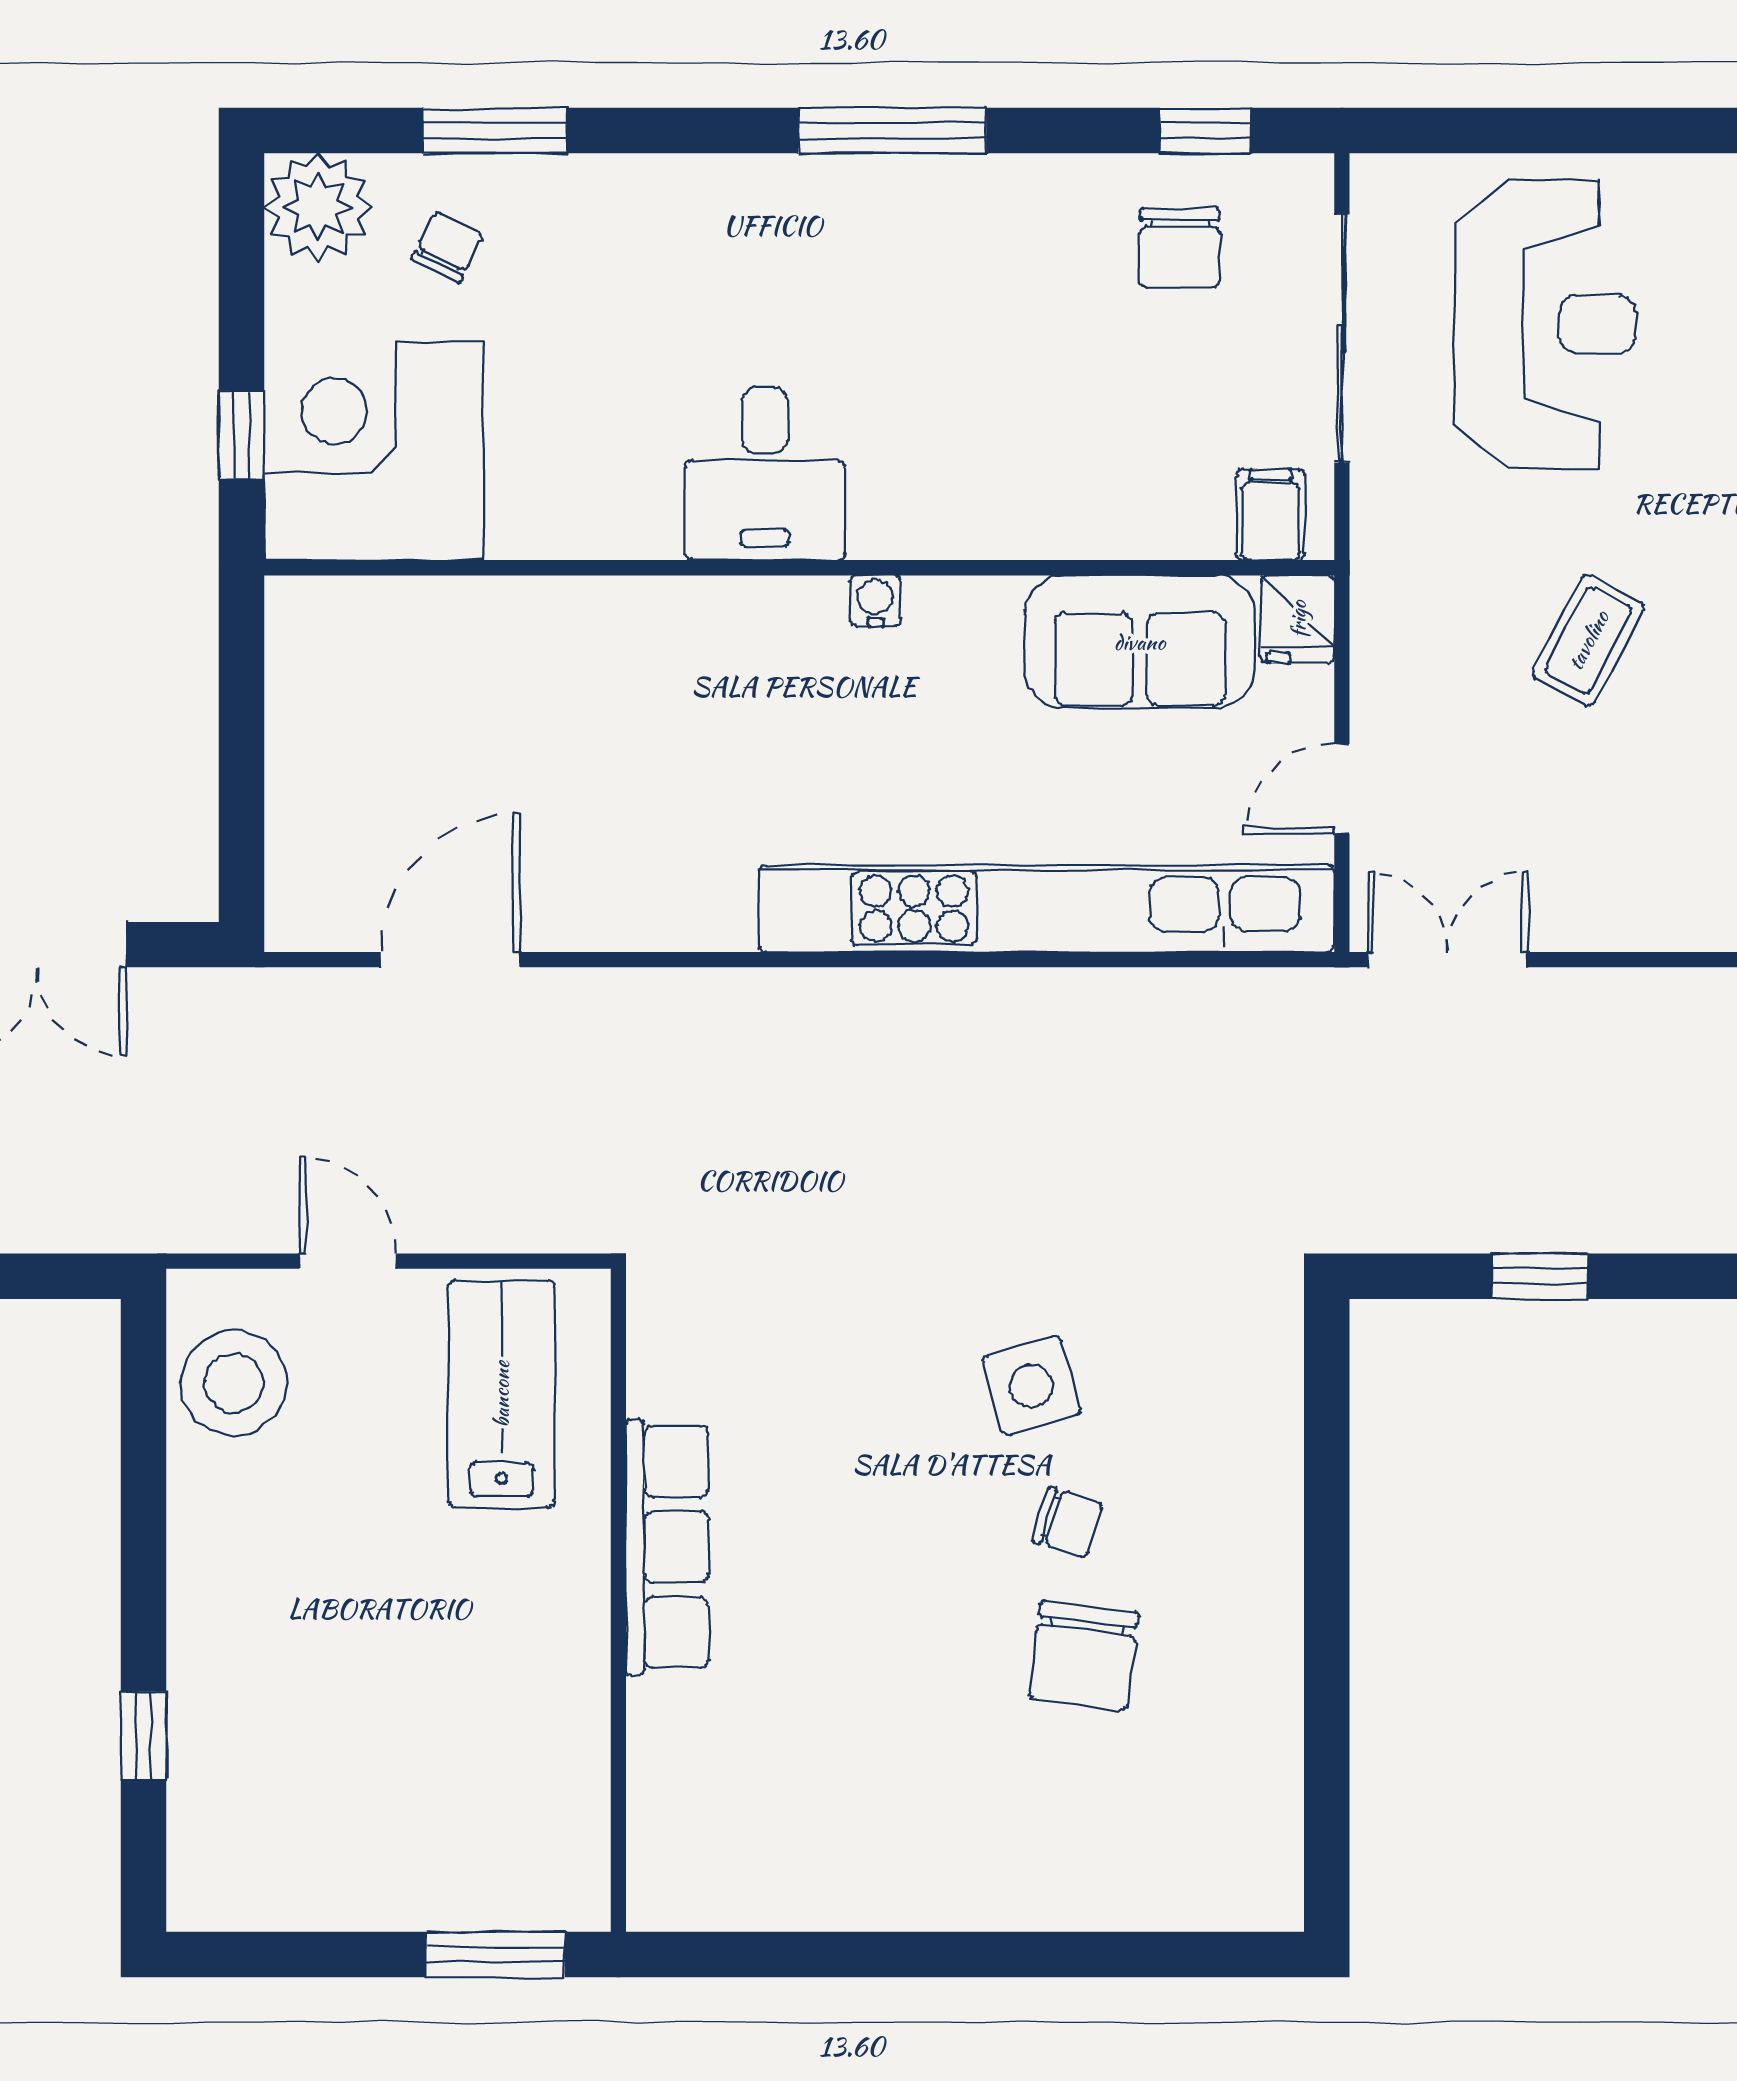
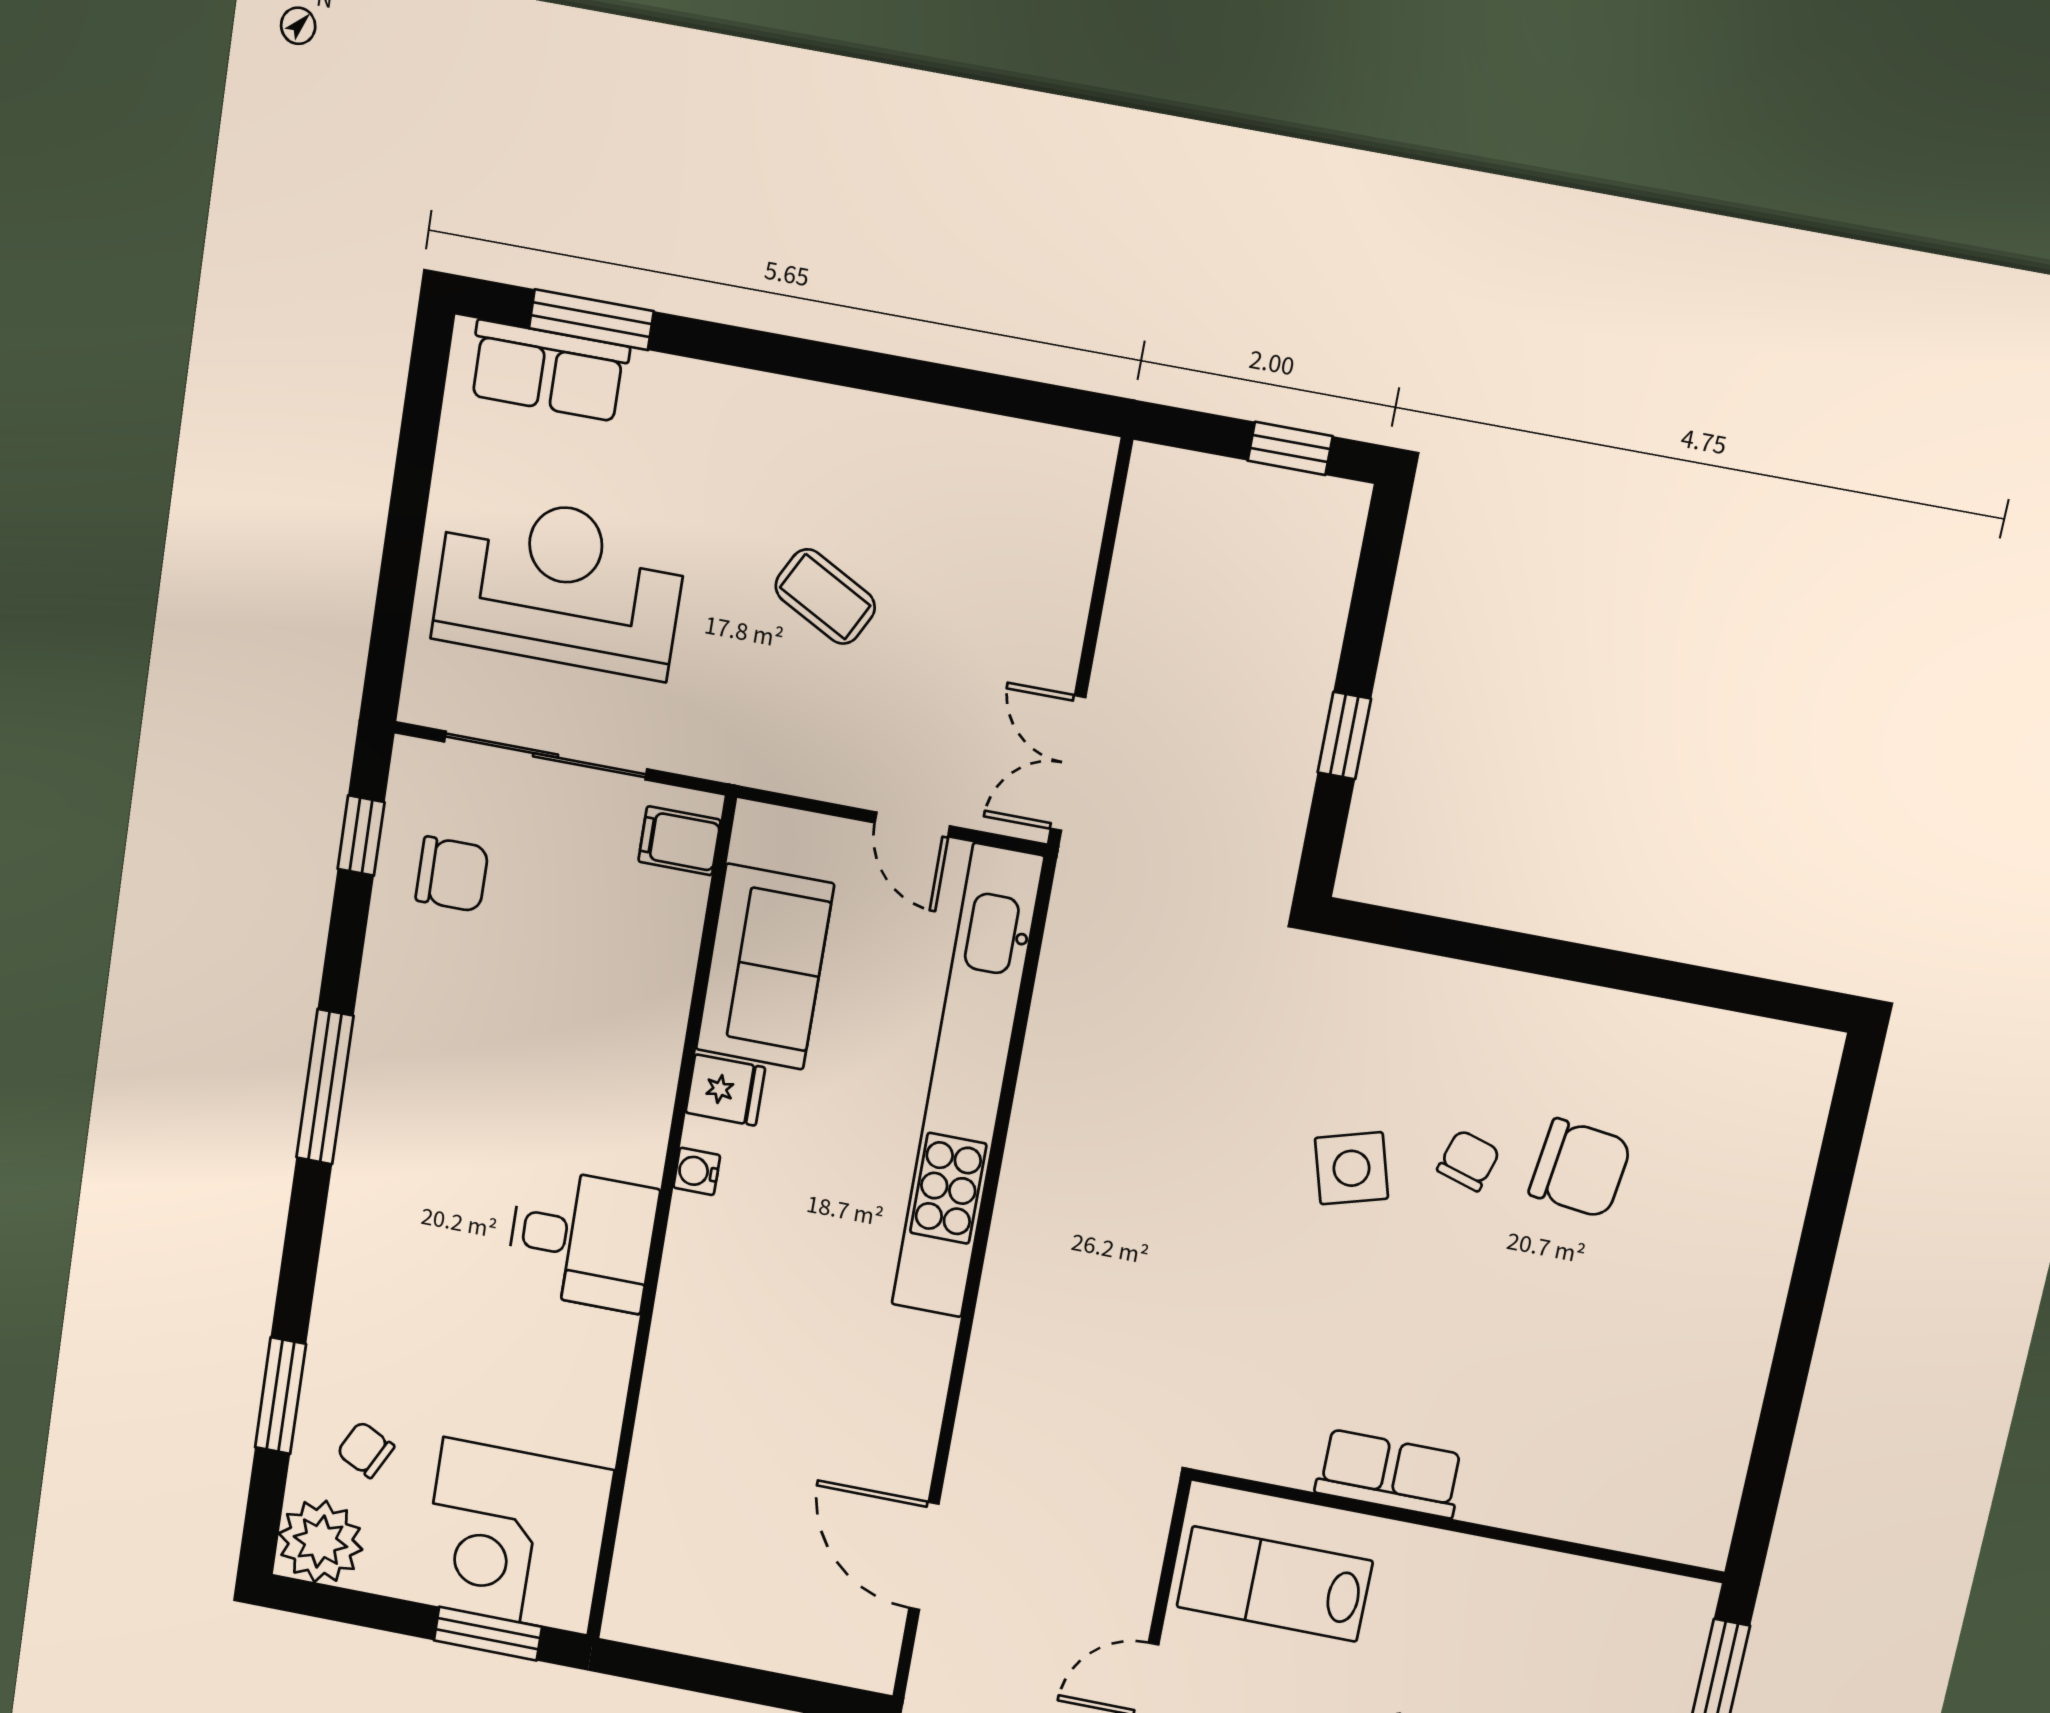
window: (241, 435) -> (488, 1634), width x1.50
fridge: (1298, 619) -> (725, 1090), moved
row of seats: (667, 1547) -> (1390, 1474), width x0.68

